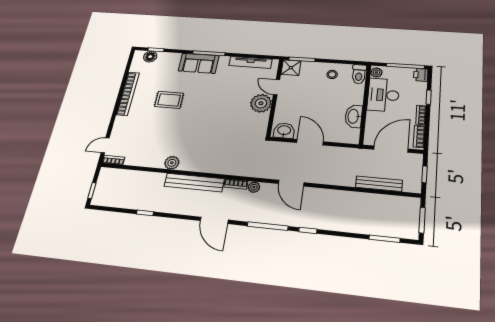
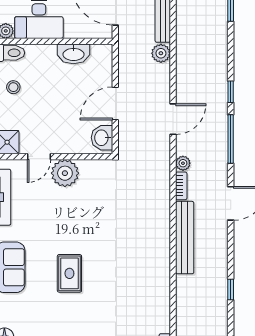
rug: (169, 100) -> (69, 273), moved
plant: (172, 163) -> (161, 53), moved

